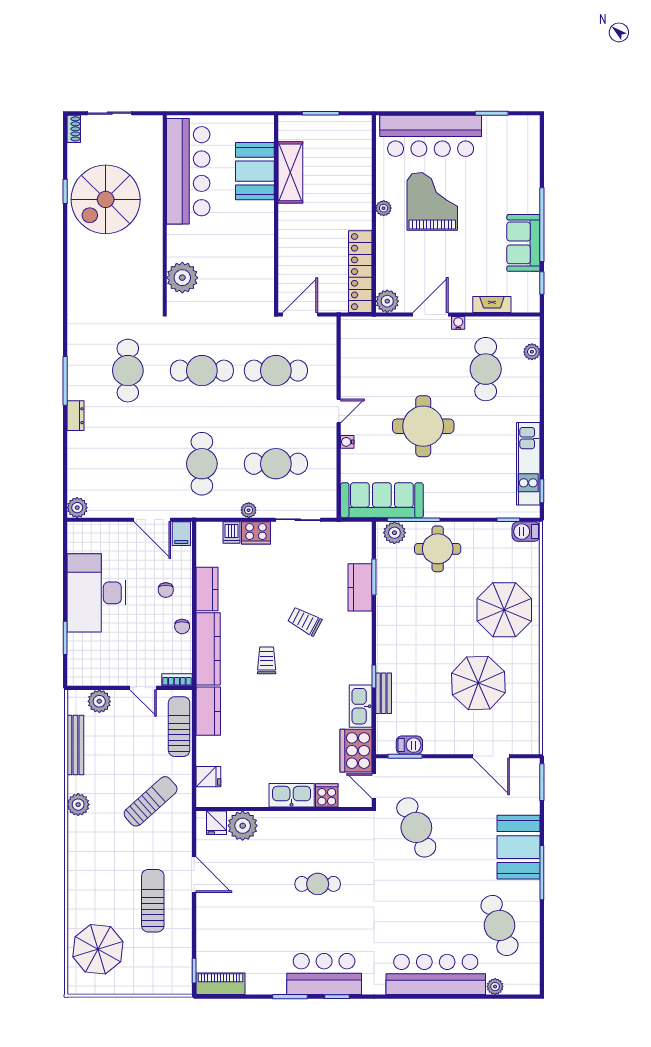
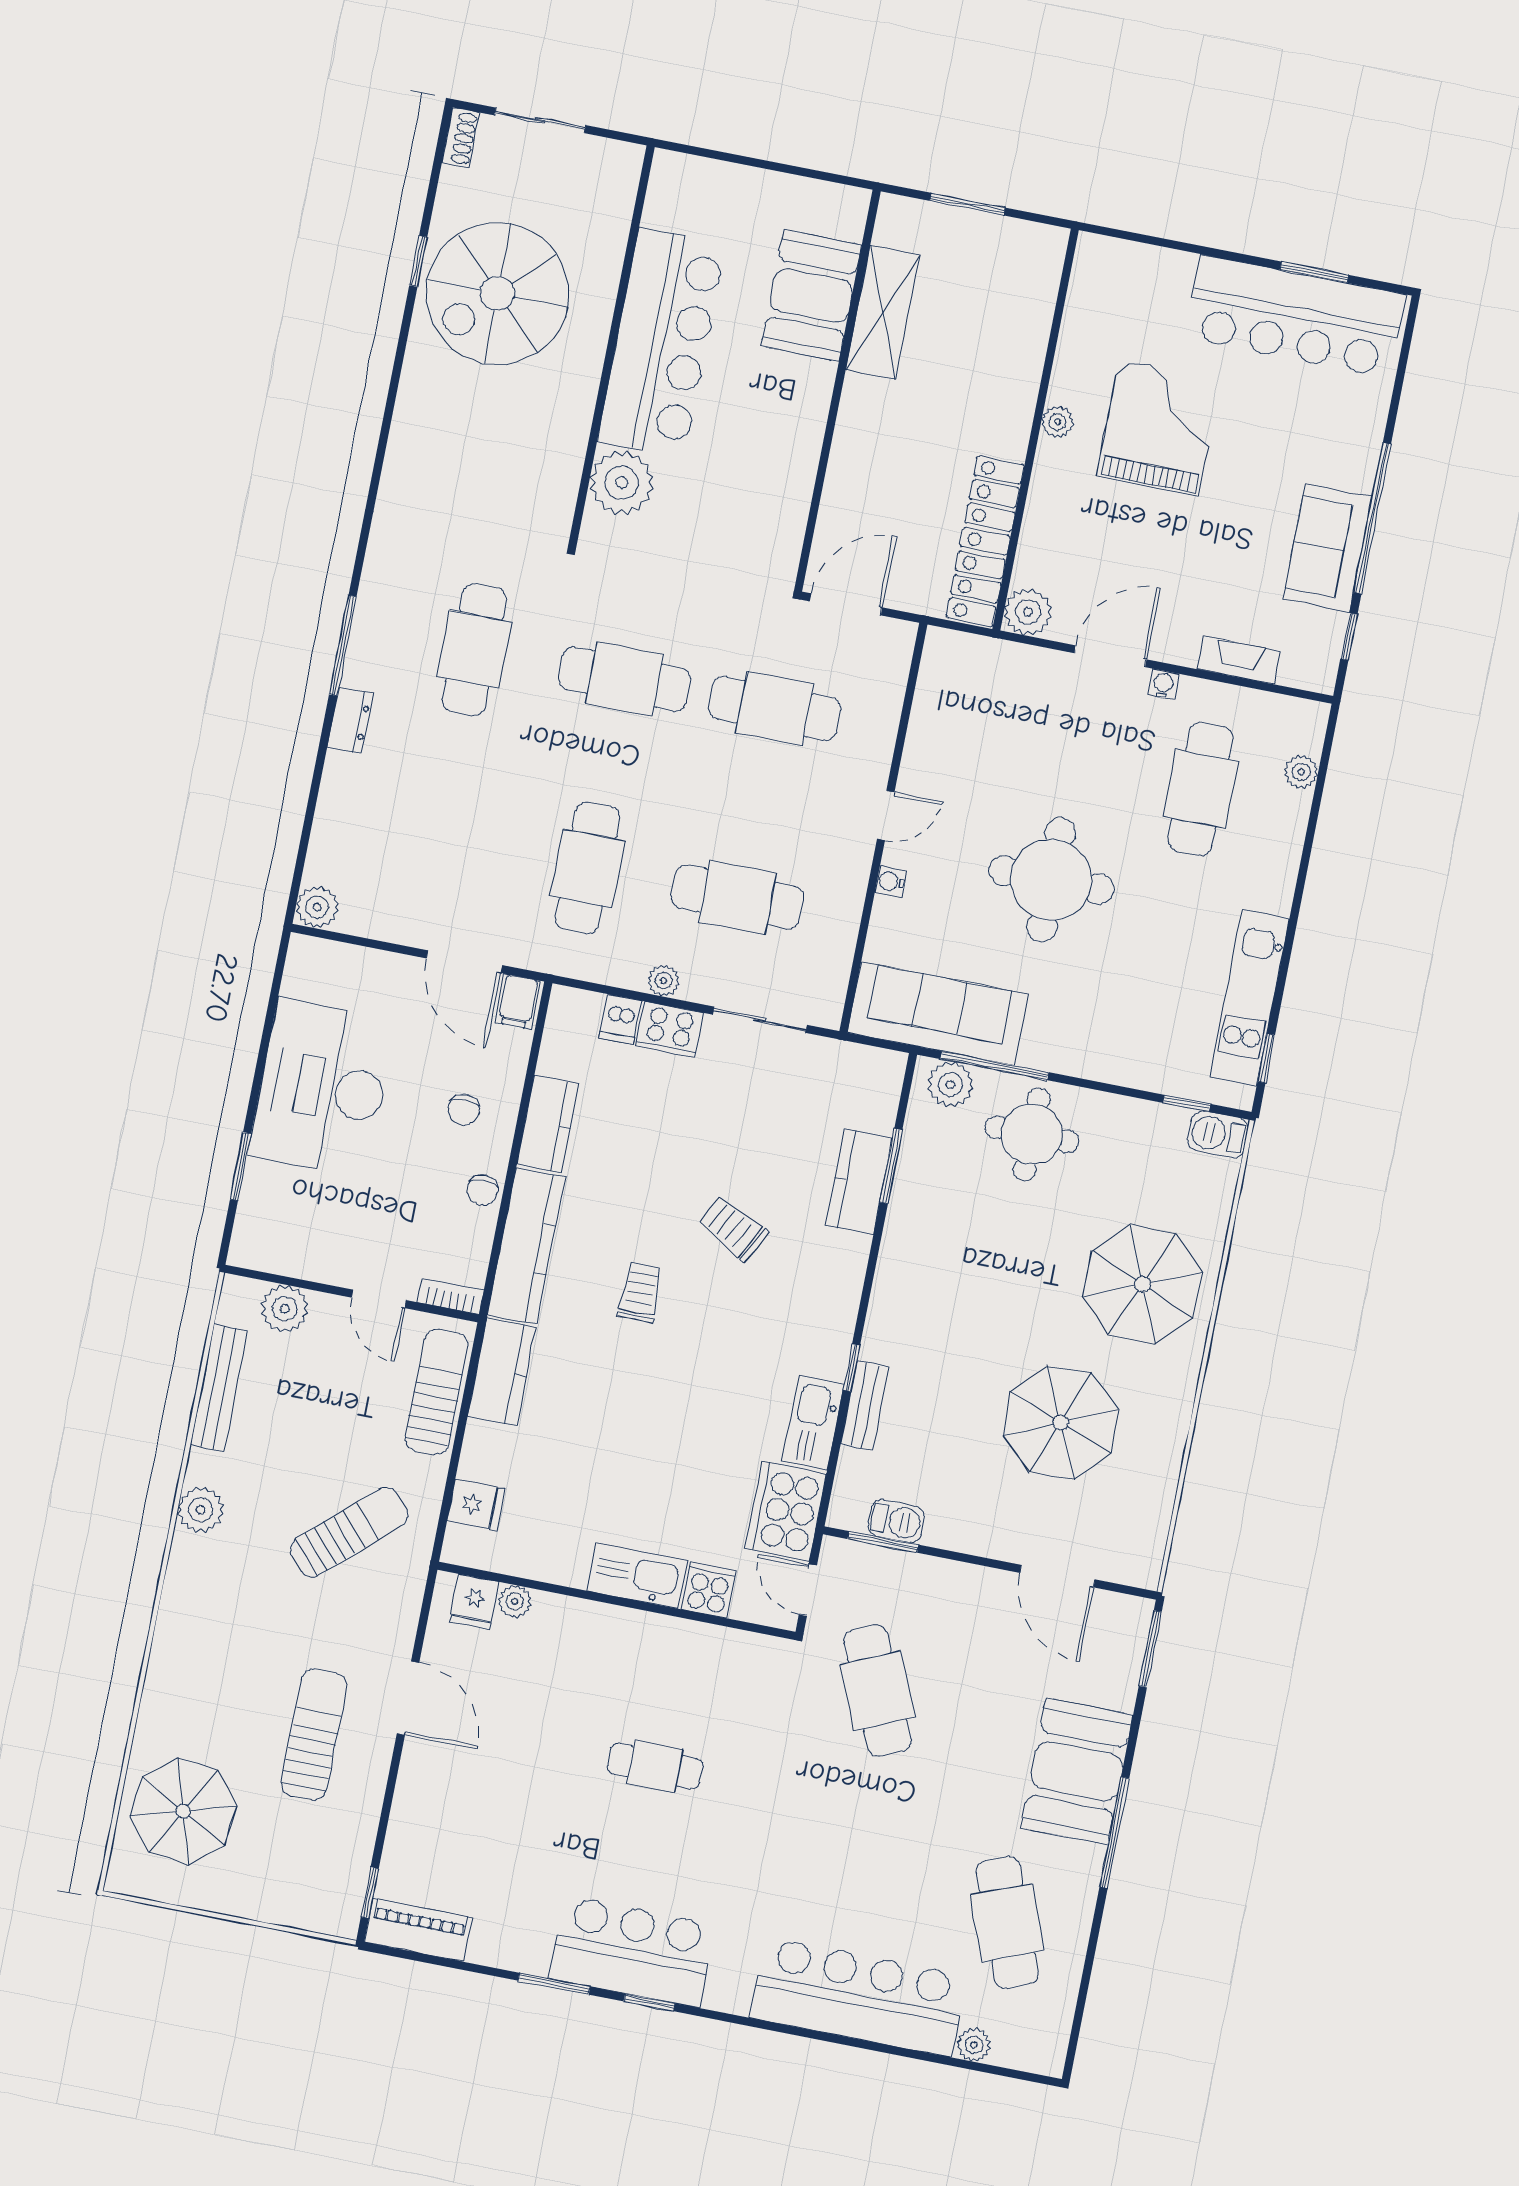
bar counter: (431, 136) -> (1295, 316), moved
bar counter: (188, 171) -> (662, 343), moved
plant: (243, 826) -> (515, 1602), width x0.53, depth x0.53

